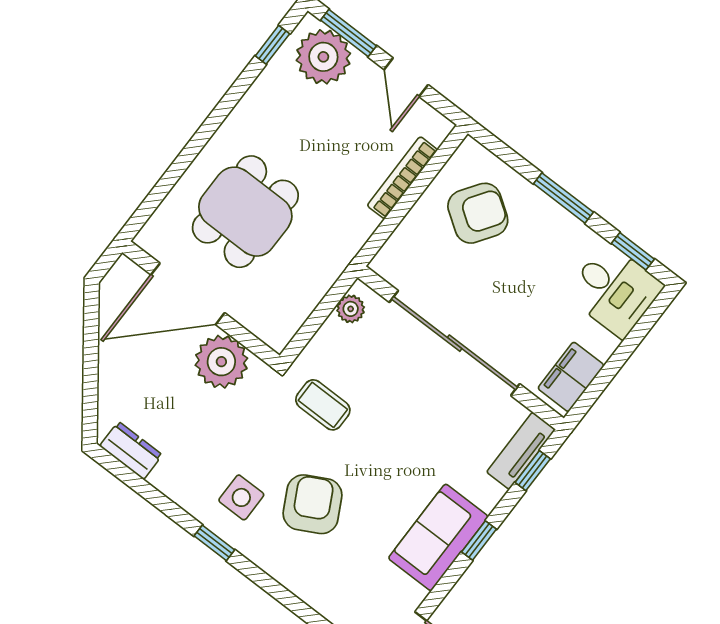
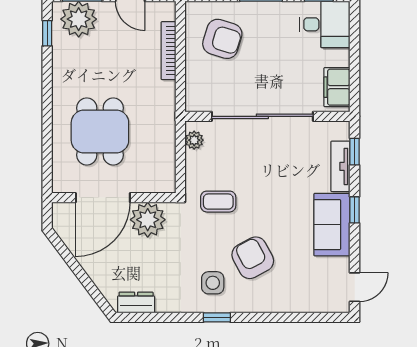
armchair: (478, 213) -> (222, 39), turned 73
tv unit: (521, 451) -> (340, 166), moved

